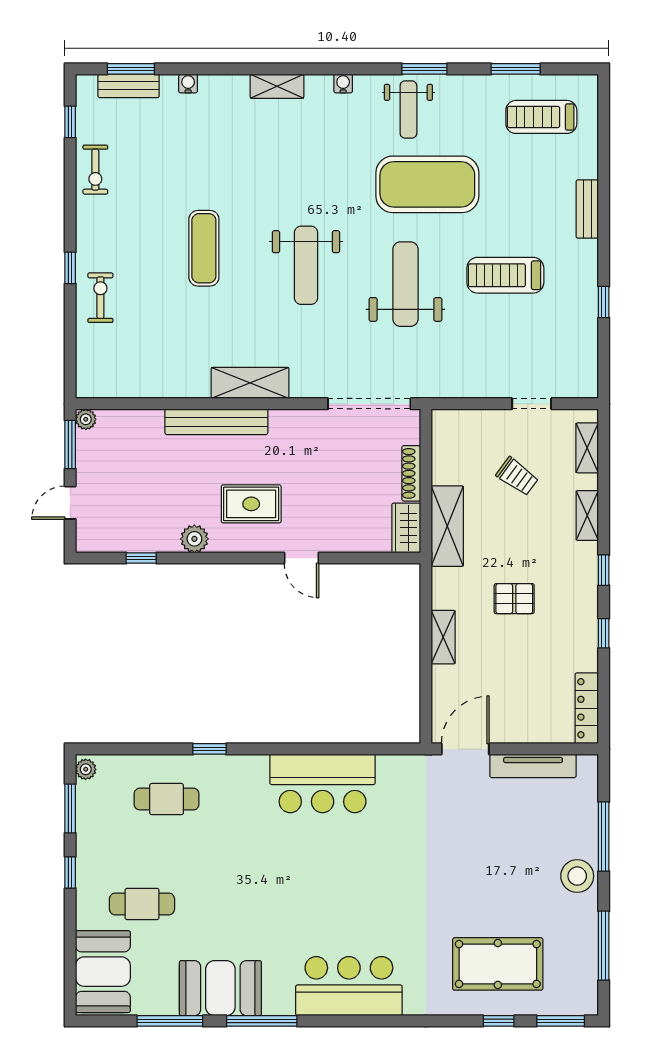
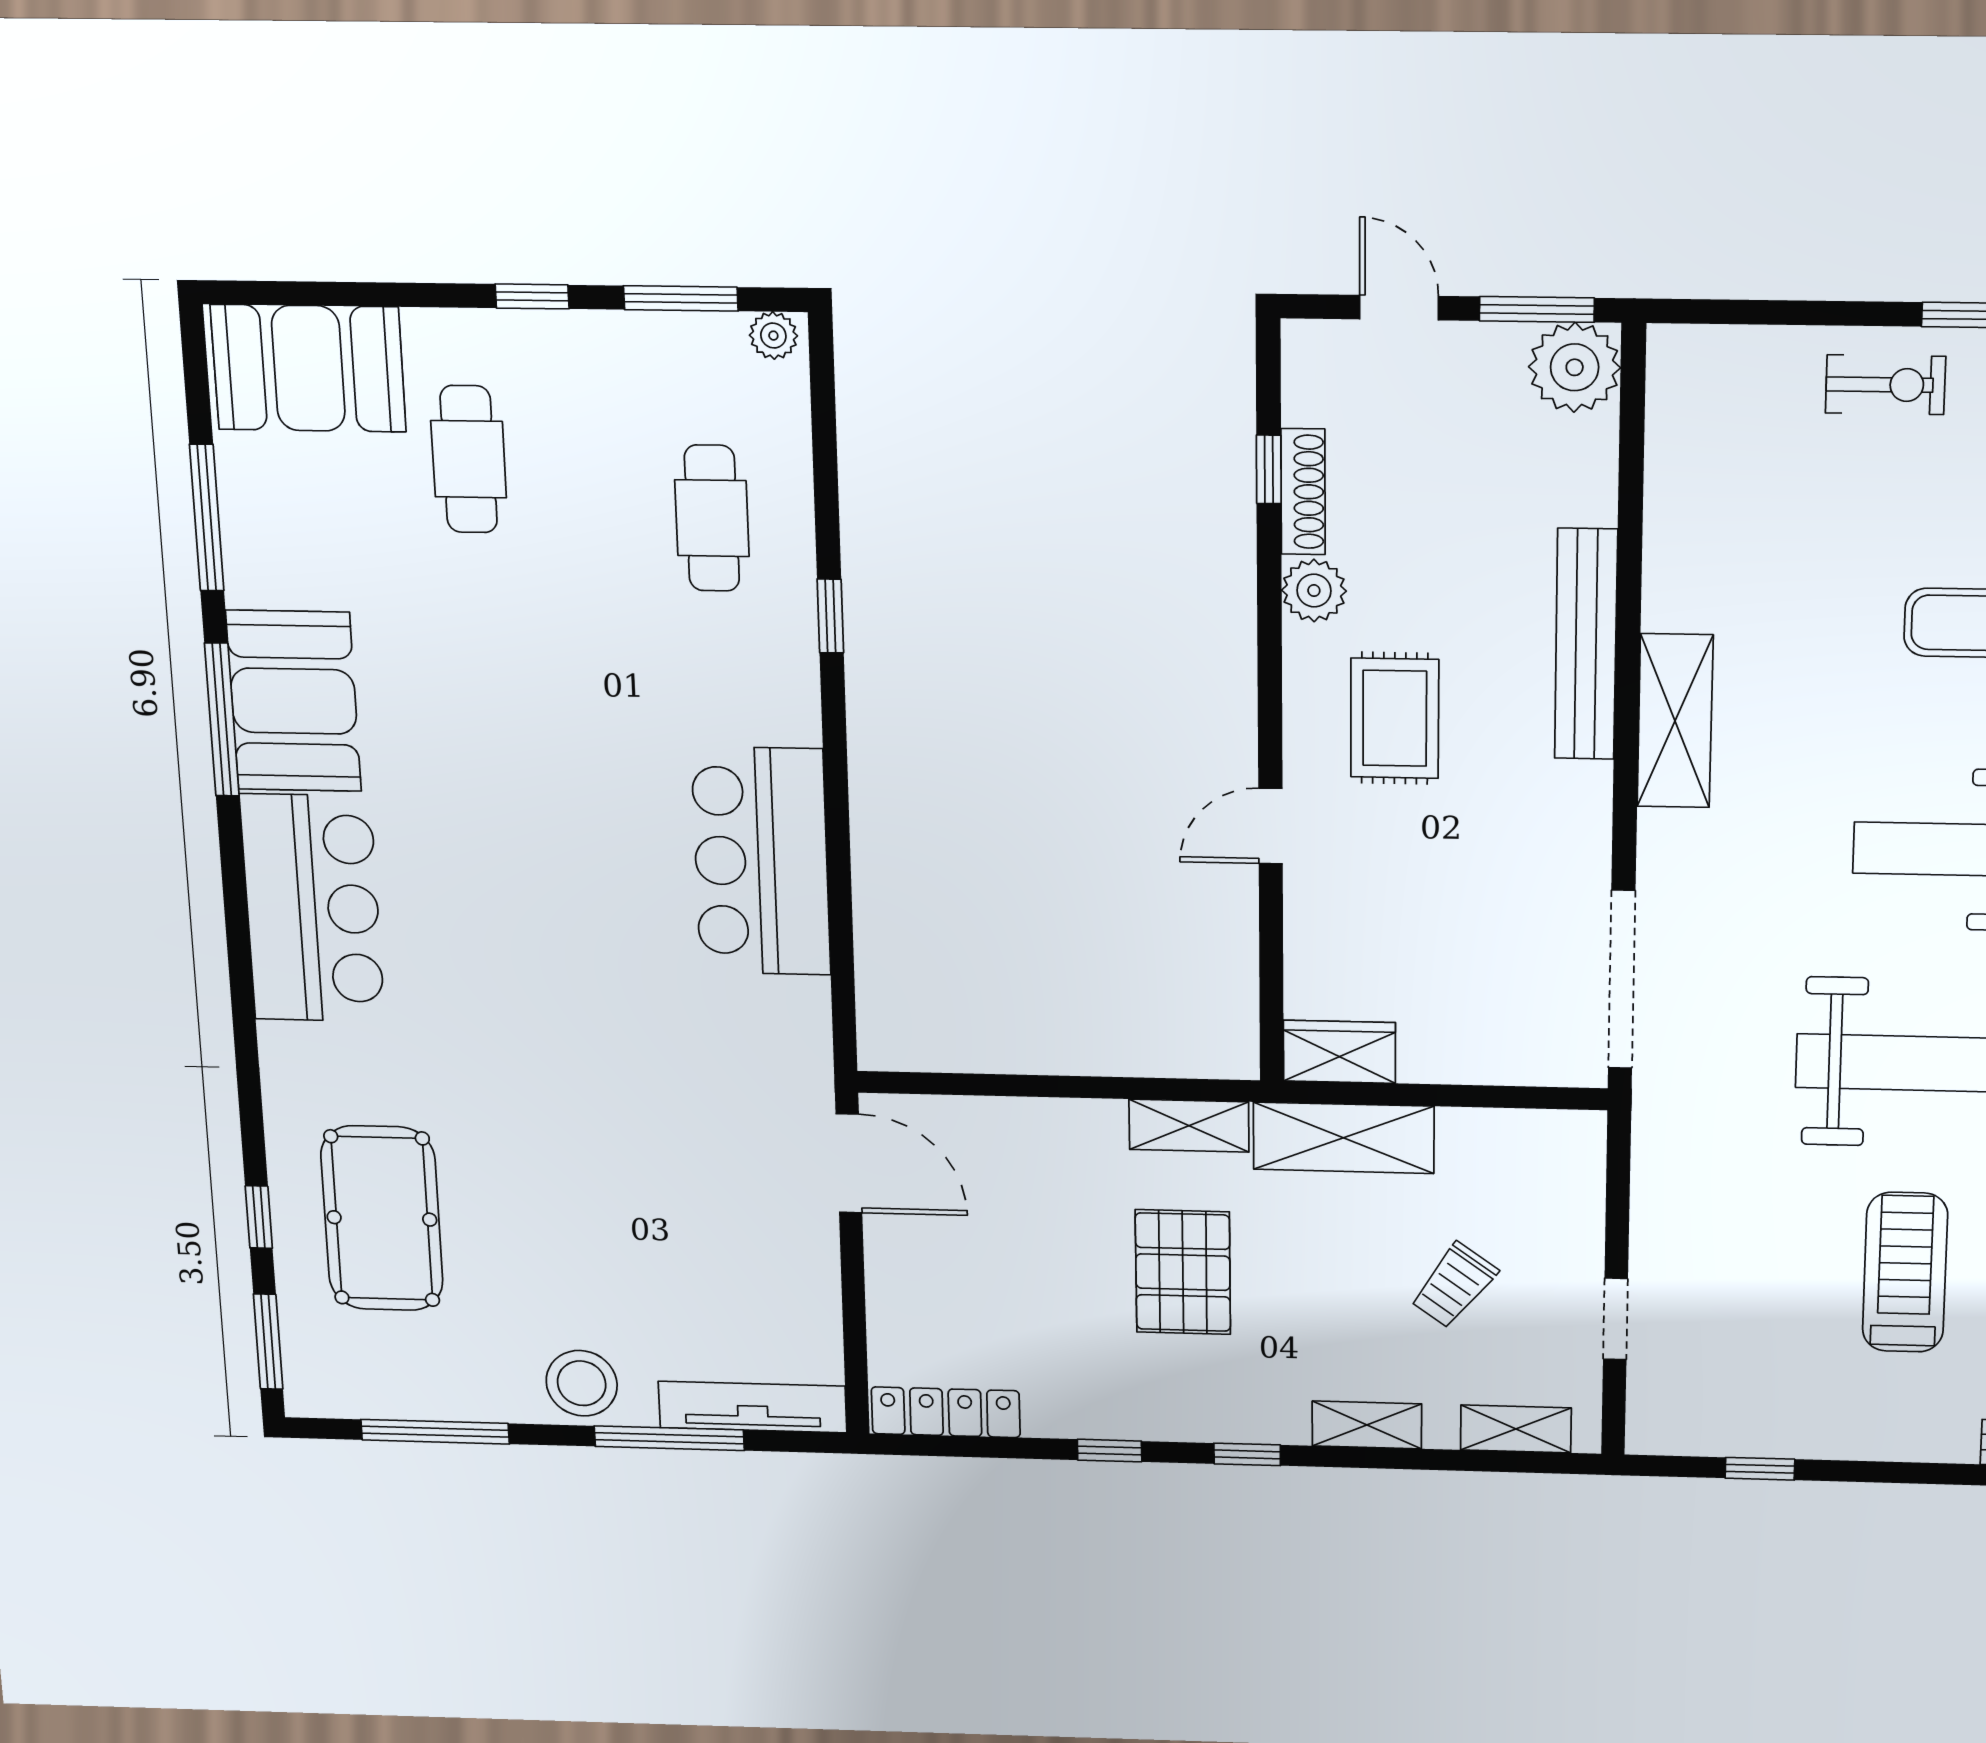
window: (604, 302) -> (1760, 1469), moved
plant: (86, 419) -> (1575, 367), width x1.88, depth x1.88
shoe rack: (411, 473) -> (1303, 492), moved, turned 90
pallet: (514, 599) -> (1183, 1272), width x1.50, depth x1.42
shelving: (443, 637) -> (1189, 1126), moved
tv unit: (533, 766) -> (753, 1407), moved, turned 90
booth: (220, 988) -> (294, 701), moved

